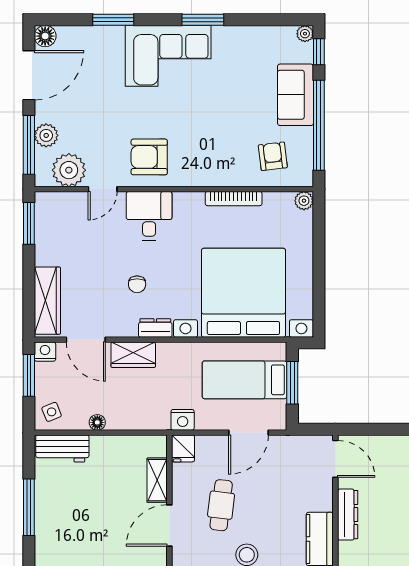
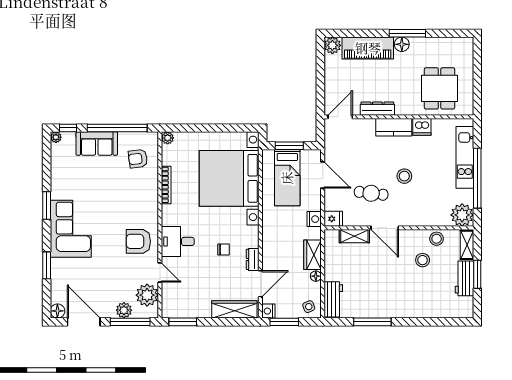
armchair: (149, 157) -> (138, 241), turned 90
dresser: (155, 328) -> (253, 259), moved
wardrobe: (133, 355) -> (313, 255), moved, turned 180

